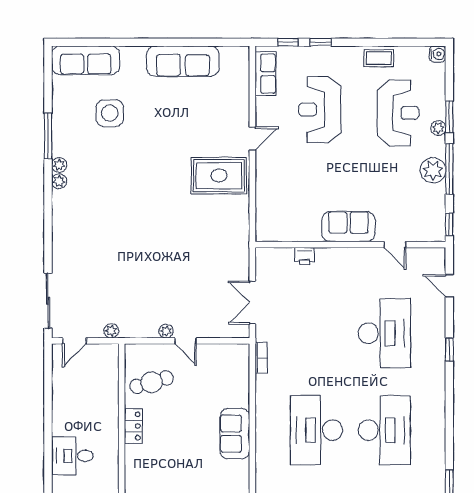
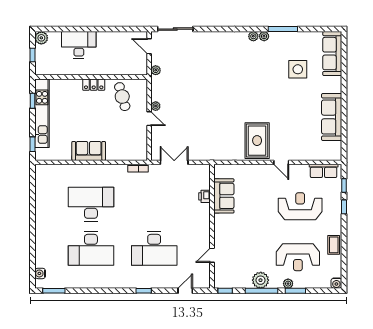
sofa: (348, 227) -> (224, 196), moved
door: (185, 341) -> (149, 119), swing flipped
desk: (72, 456) -> (79, 45), width x1.37

